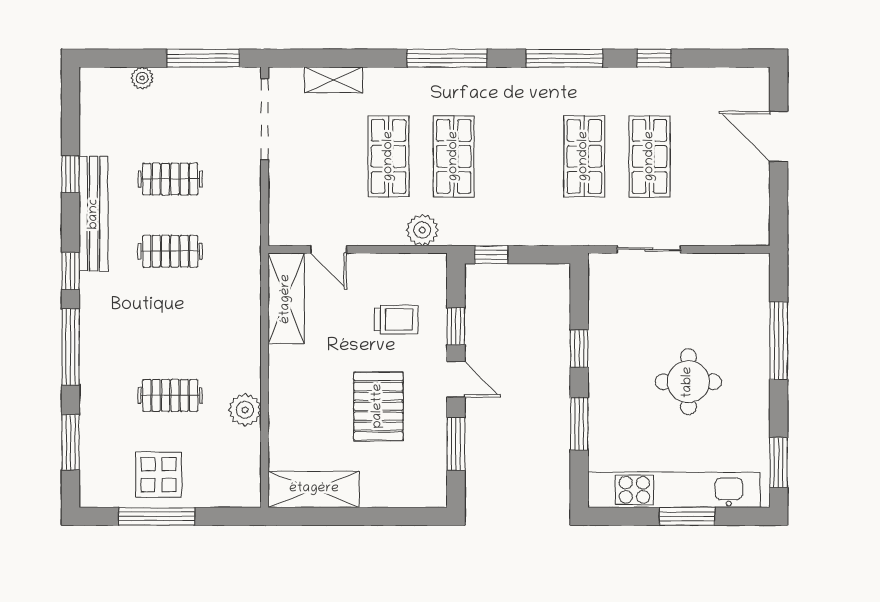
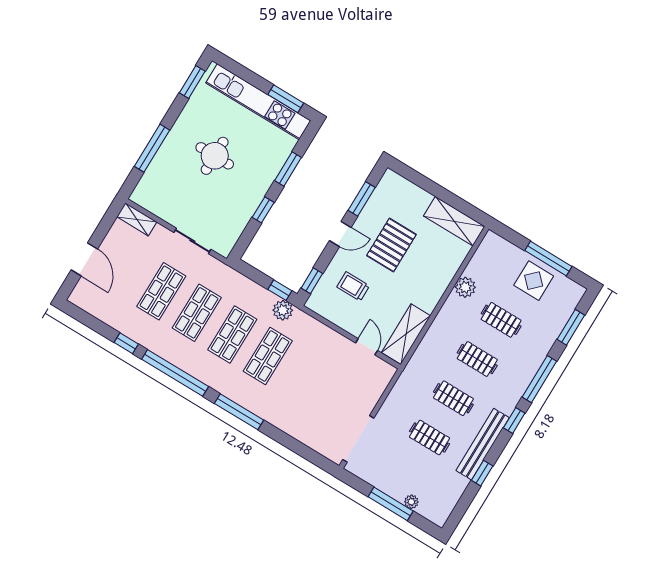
window: (203, 58) -> (391, 504), moved
window: (564, 58) -> (175, 373), width x1.46
shelving: (334, 80) -> (137, 219), moved
shop shelf: (389, 156) -> (232, 334), moved
plant: (422, 230) -> (283, 310), moved
clothes rail: (170, 323) -> (477, 359), added
window: (456, 326) -> (312, 281), moved
door: (456, 379) -> (340, 234), swing flipped
window: (687, 516) -> (286, 99), moved

